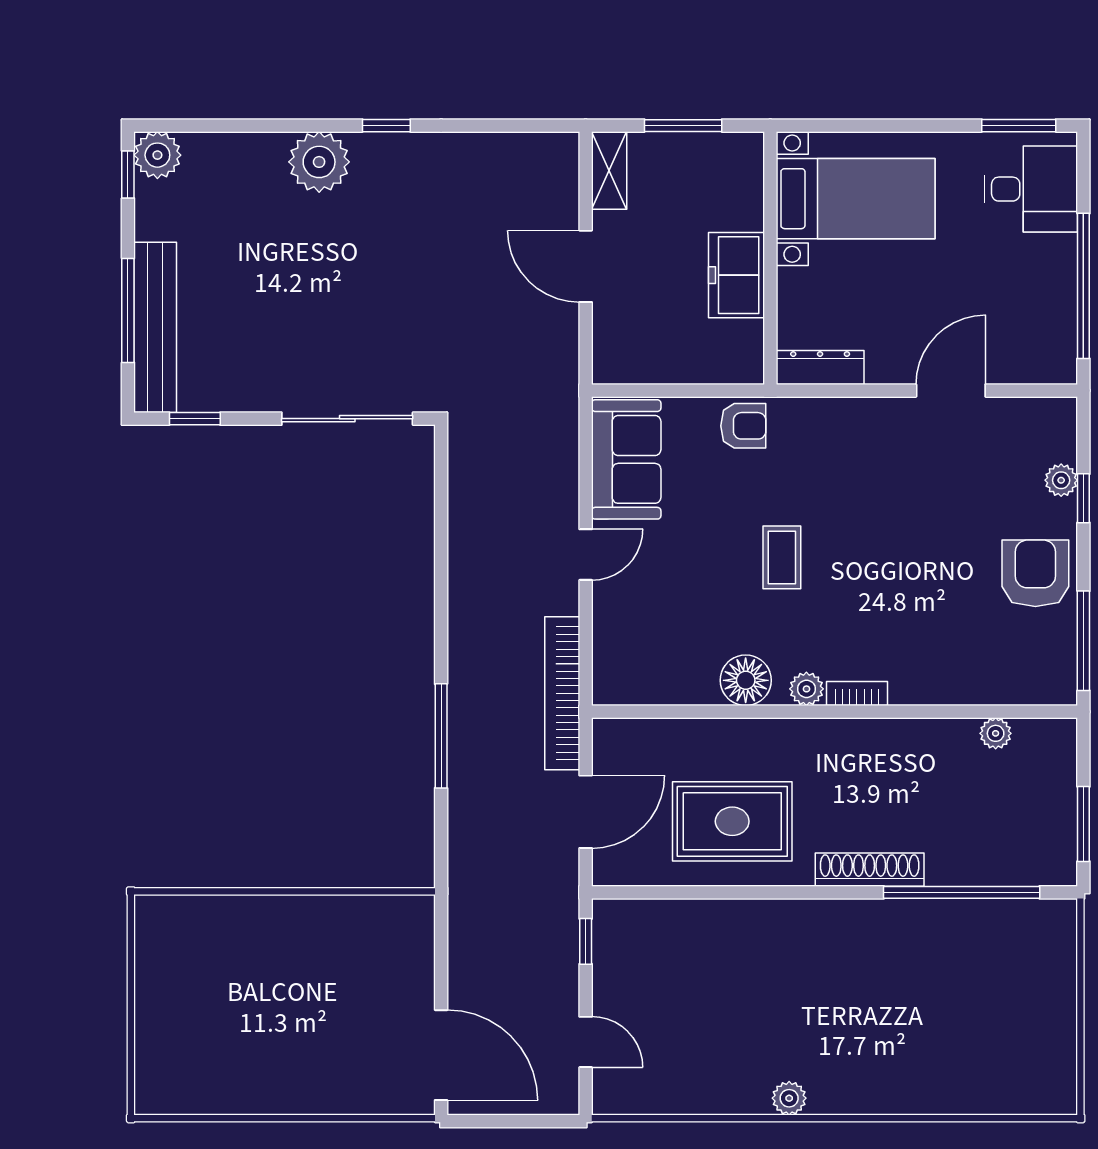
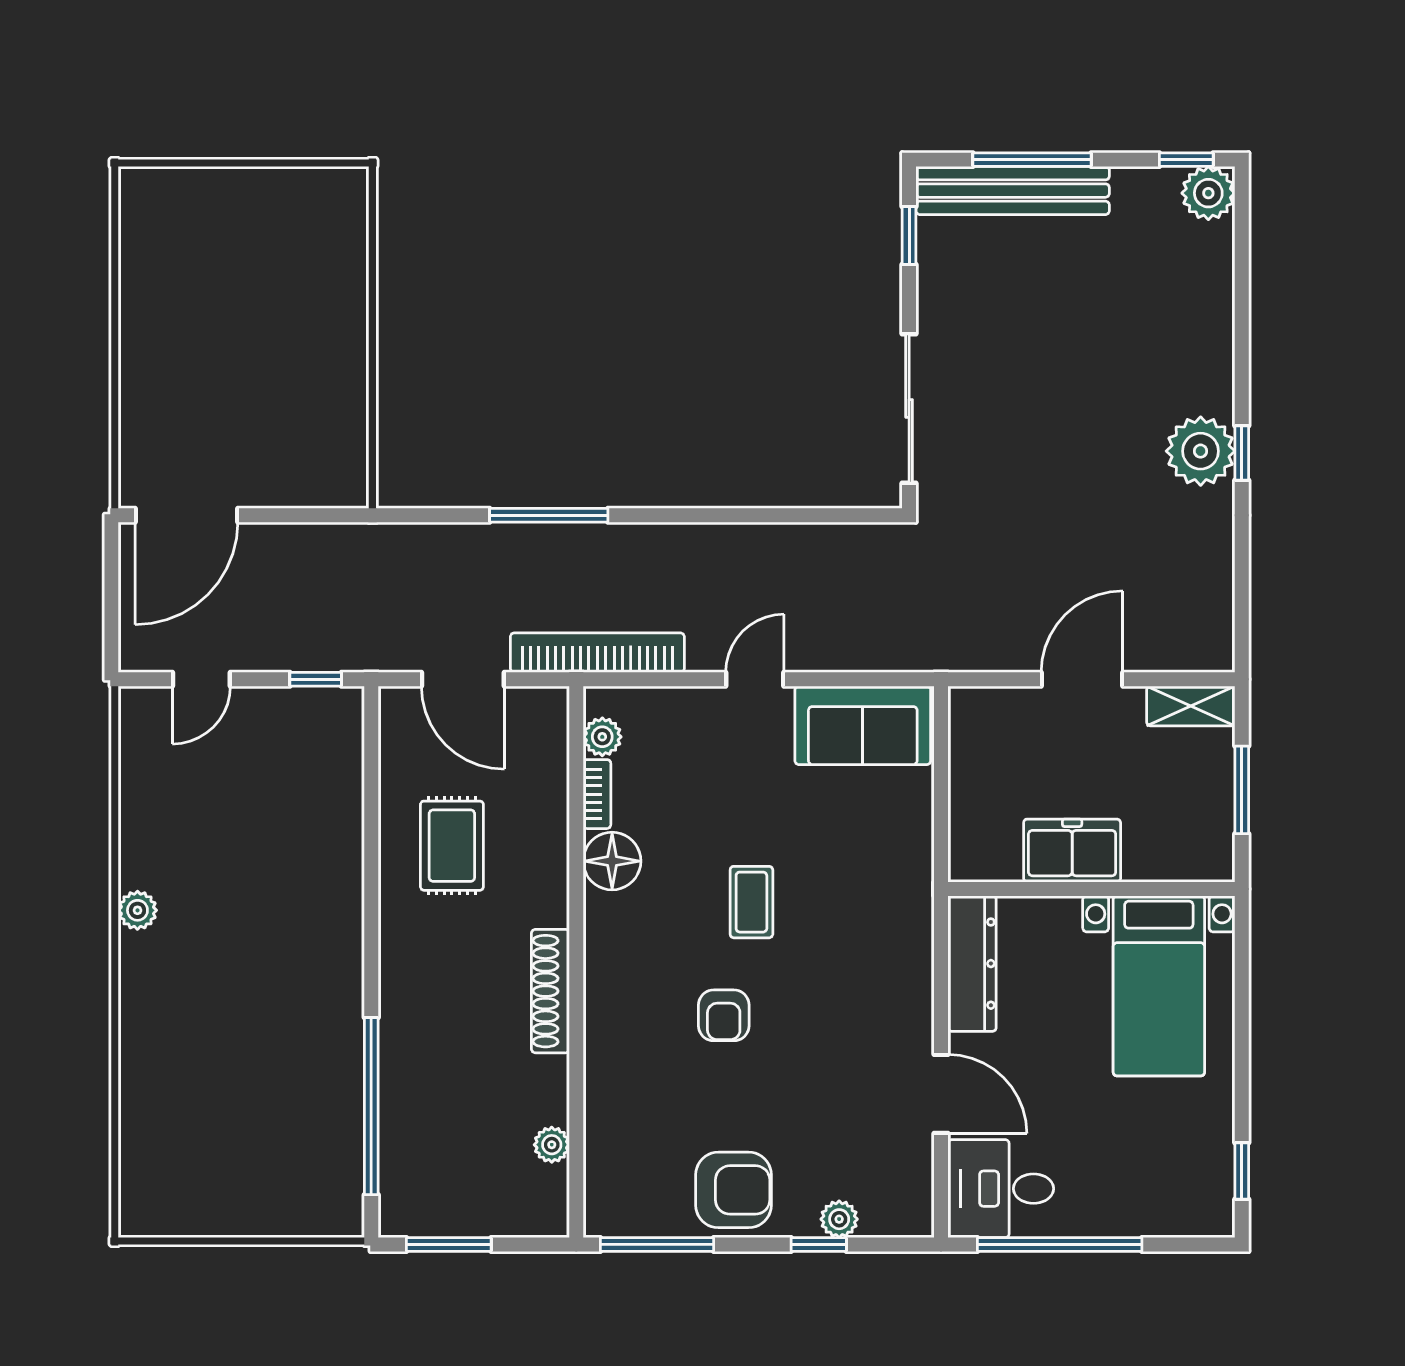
window: (1019, 126) -> (1242, 1171), width x0.67
plant: (319, 162) -> (1201, 451), moved
desk: (1031, 189) -> (1001, 1189), moved, turned 90
dresser: (820, 367) -> (972, 964), width x1.37, depth x1.24
armchair: (743, 426) -> (724, 1015), moved
door: (586, 555) -> (755, 679), swing flipped
coffee table: (782, 557) -> (751, 902), turned 90
plant: (806, 689) -> (602, 737), moved
bookcase: (857, 694) -> (597, 794), moved
rug: (732, 821) -> (452, 846), width x0.73, depth x0.70
shoe rack: (870, 870) -> (550, 991), moved, turned 180

